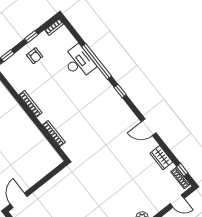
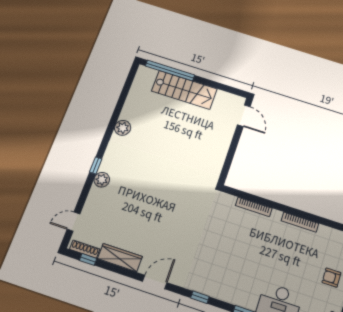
window: (120, 91) -> (200, 297), moved
wardrobe: (161, 158) -> (120, 258), width x1.50

